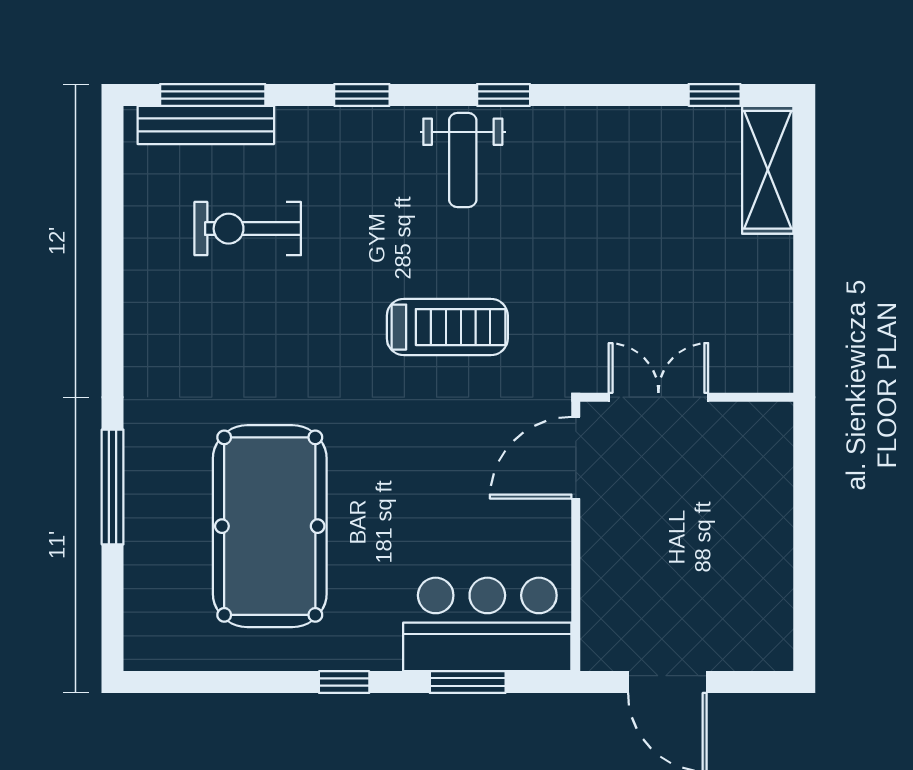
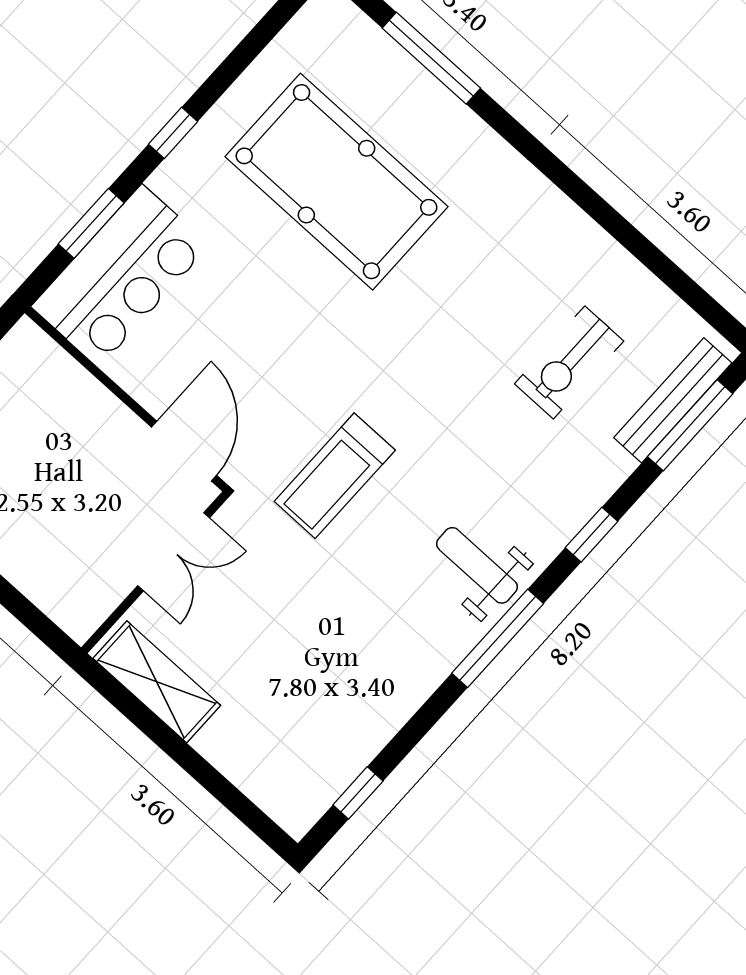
window: (504, 95) -> (498, 638), width x2.17
shelving: (768, 170) -> (157, 682), moved
exercise bike: (248, 229) -> (569, 362), turned 180
treadmill: (447, 327) -> (335, 476), moved
window: (113, 487) -> (431, 58), moved

